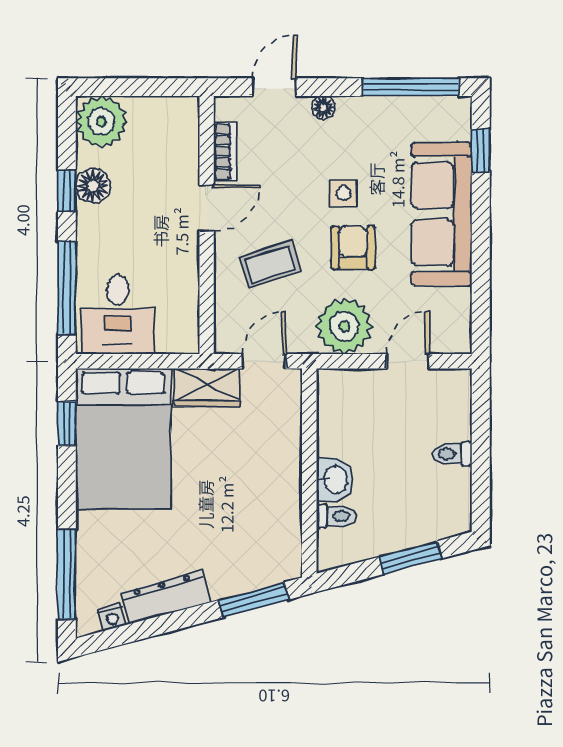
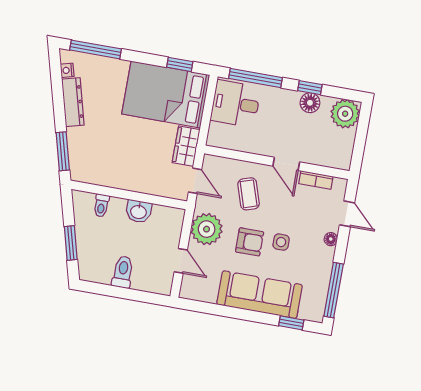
toilet: (452, 454) -> (123, 272), width x1.37, depth x1.39
washbasin: (335, 480) -> (139, 211), moved

